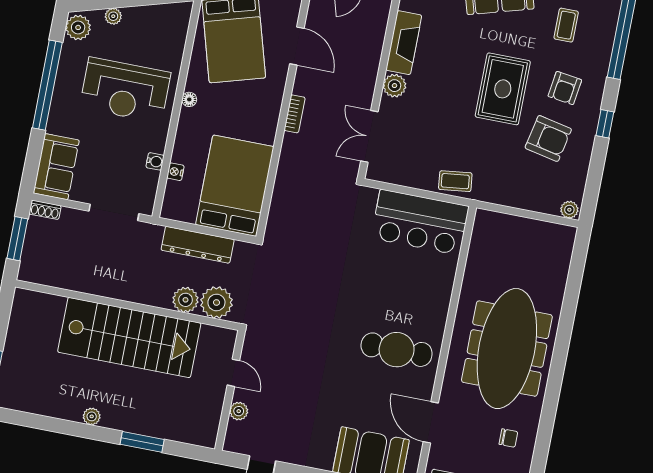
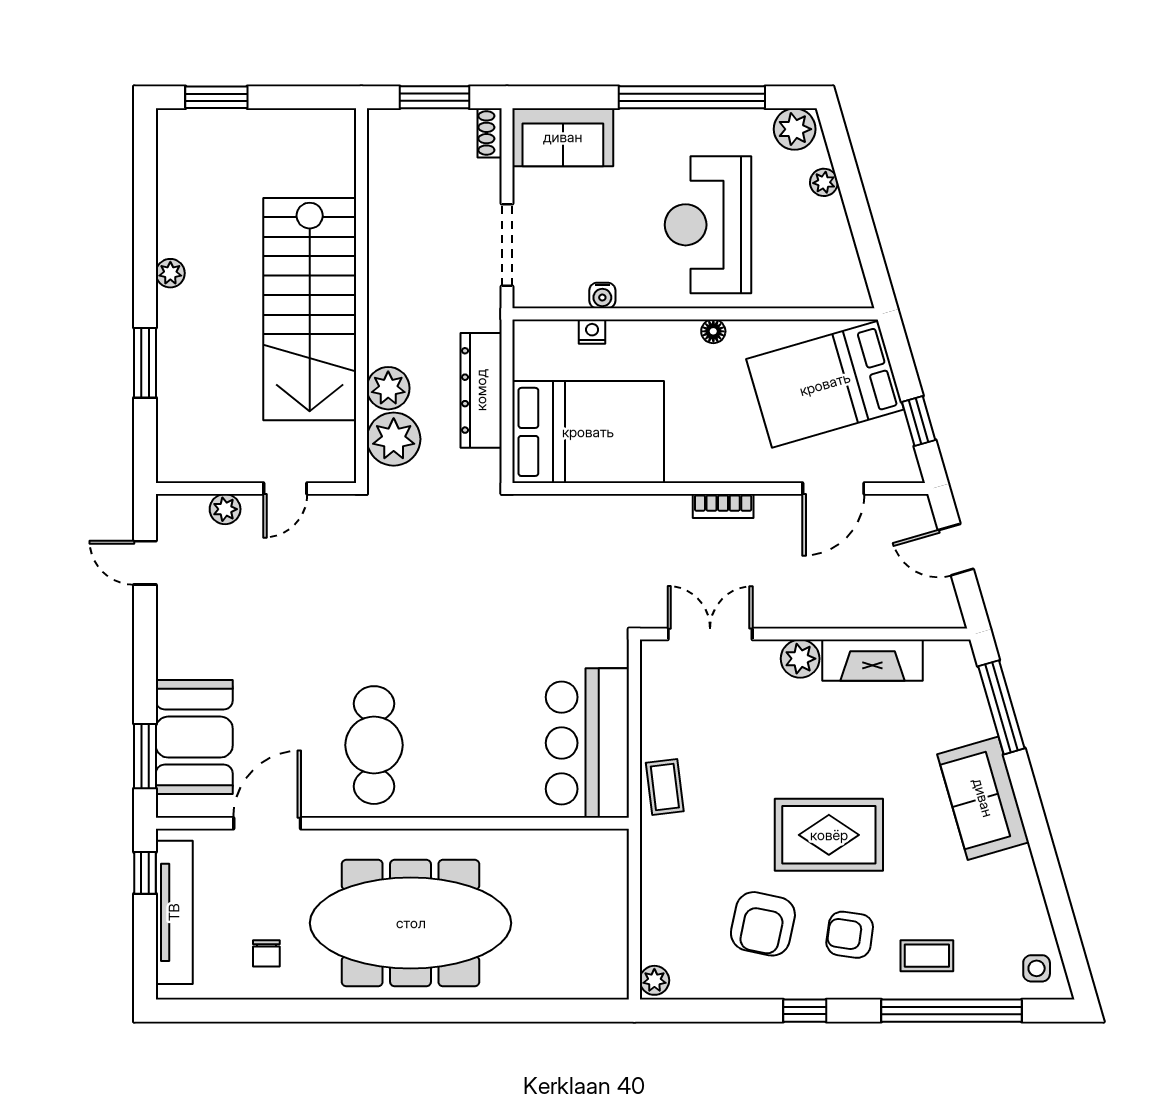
coffee table: (566, 25) -> (927, 956), moved

